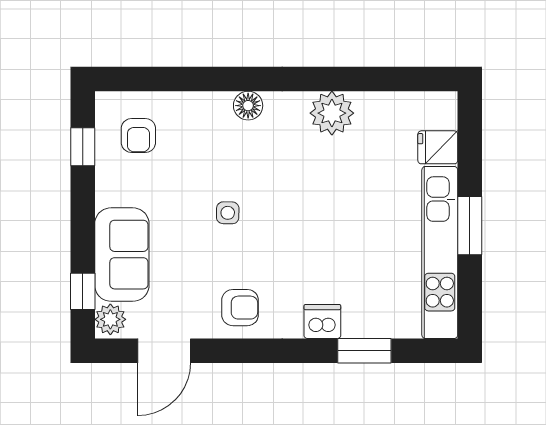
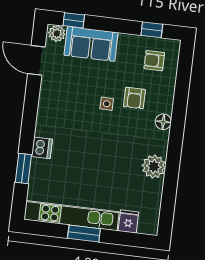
armchair: (240, 308) -> (134, 98), moved

